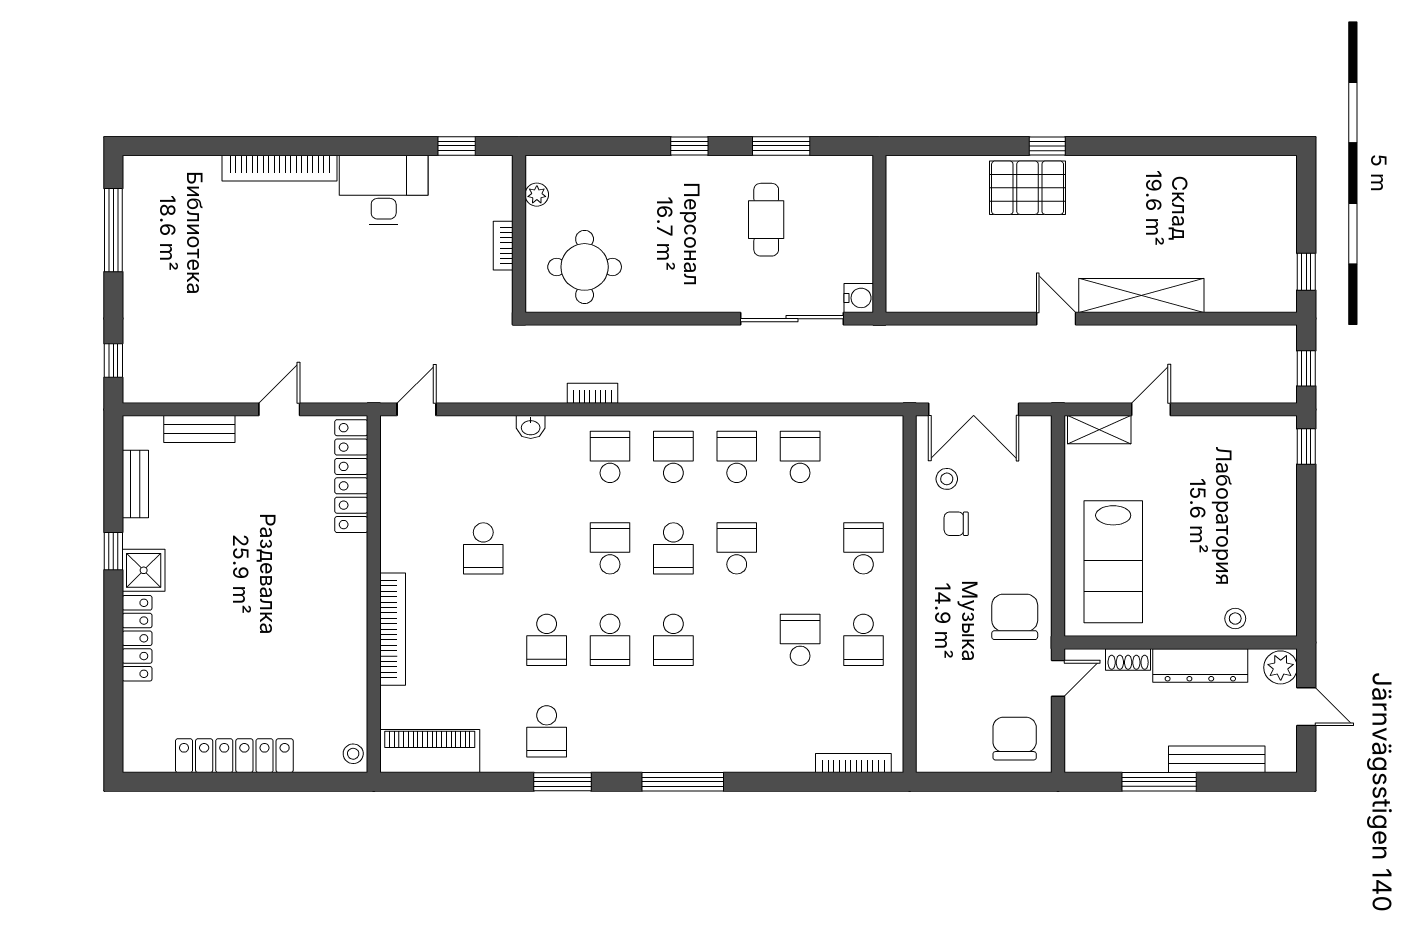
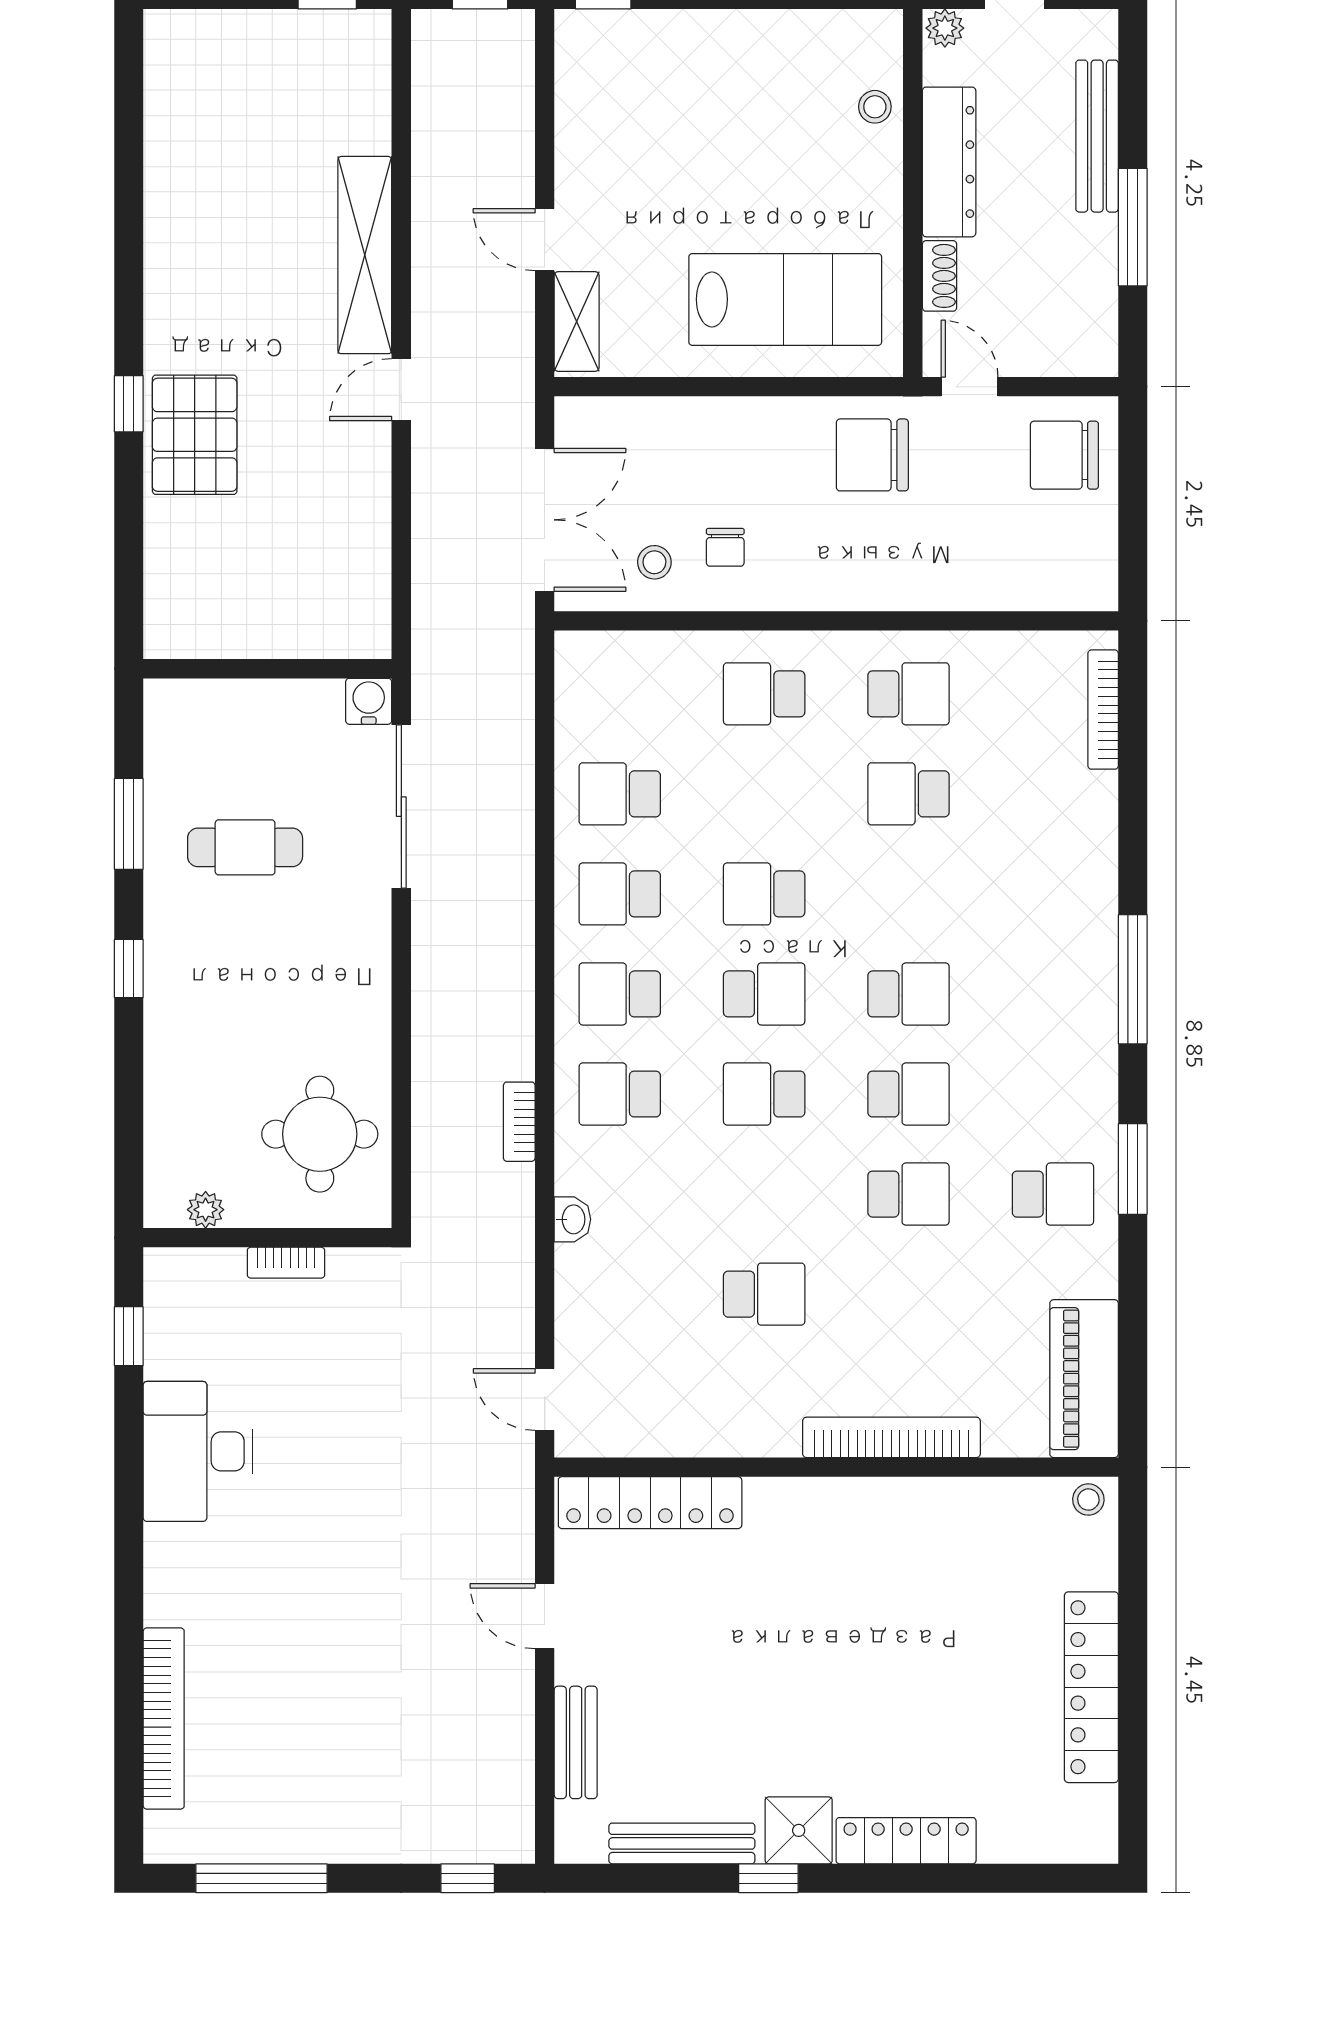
bookcase: (280, 168) -> (164, 1719), moved
bench: (135, 484) -> (682, 1843), width x1.36
plant: (1281, 667) -> (945, 28), width x0.73, depth x0.73

